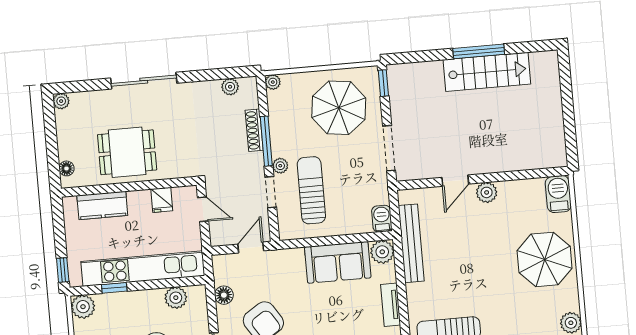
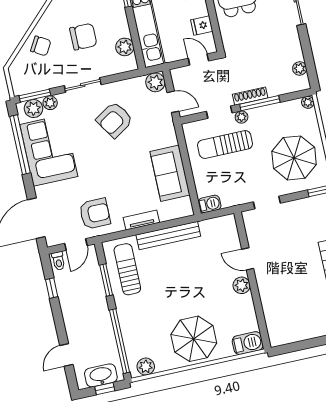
shoe rack: (254, 130) -> (250, 96), moved
doorway: (389, 148) -> (267, 203), width x0.73
sun lounger: (311, 190) -> (225, 145), turned 180
door: (203, 209) -> (198, 60), swing flipped
bench: (411, 243) -> (168, 236), moved
plant: (382, 252) -> (155, 82), moved
floor lamp: (224, 295) -> (132, 85), removed

